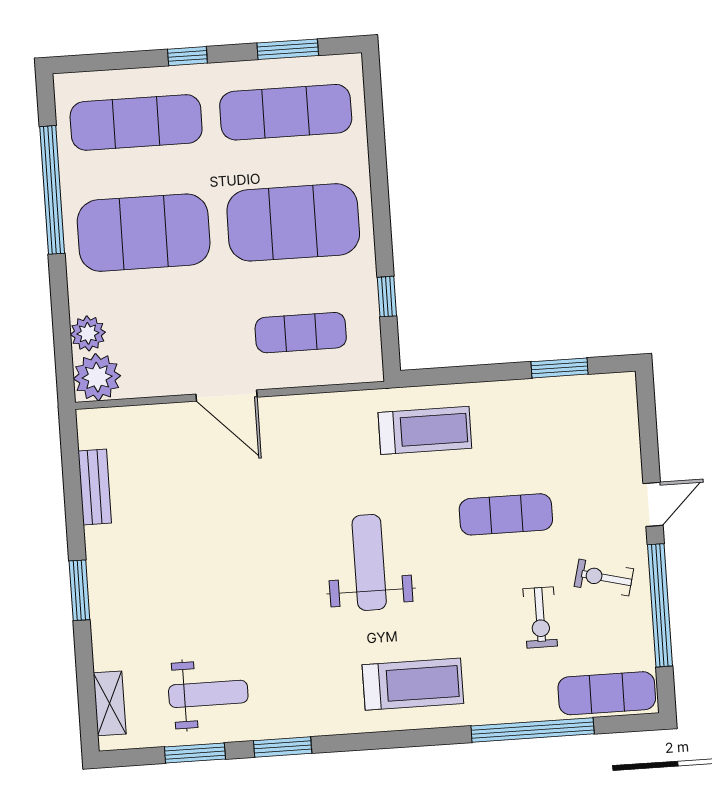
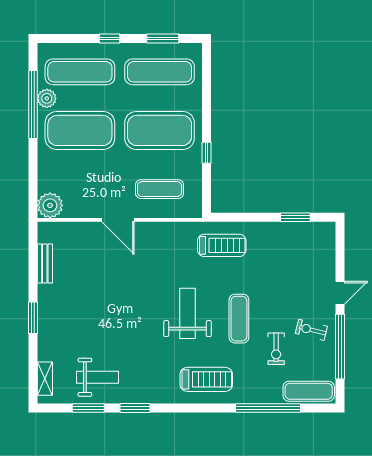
window: (387, 297) -> (206, 153), moved
plant: (88, 333) -> (47, 98), moved
exercise mat: (506, 514) -> (239, 319), moved, turned 90

